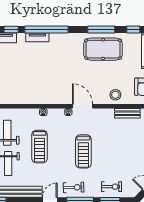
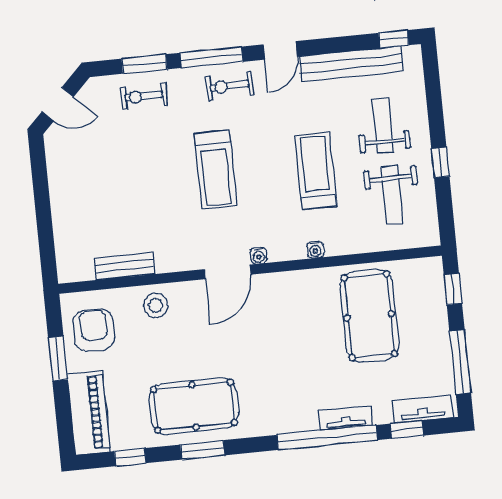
window: (101, 30) -> (203, 450), width x0.69
pool table: (23, 81) -> (369, 316), added
door: (82, 106) -> (228, 272), hinge flipped
treadmill: (83, 151) -> (215, 170), turned 180

